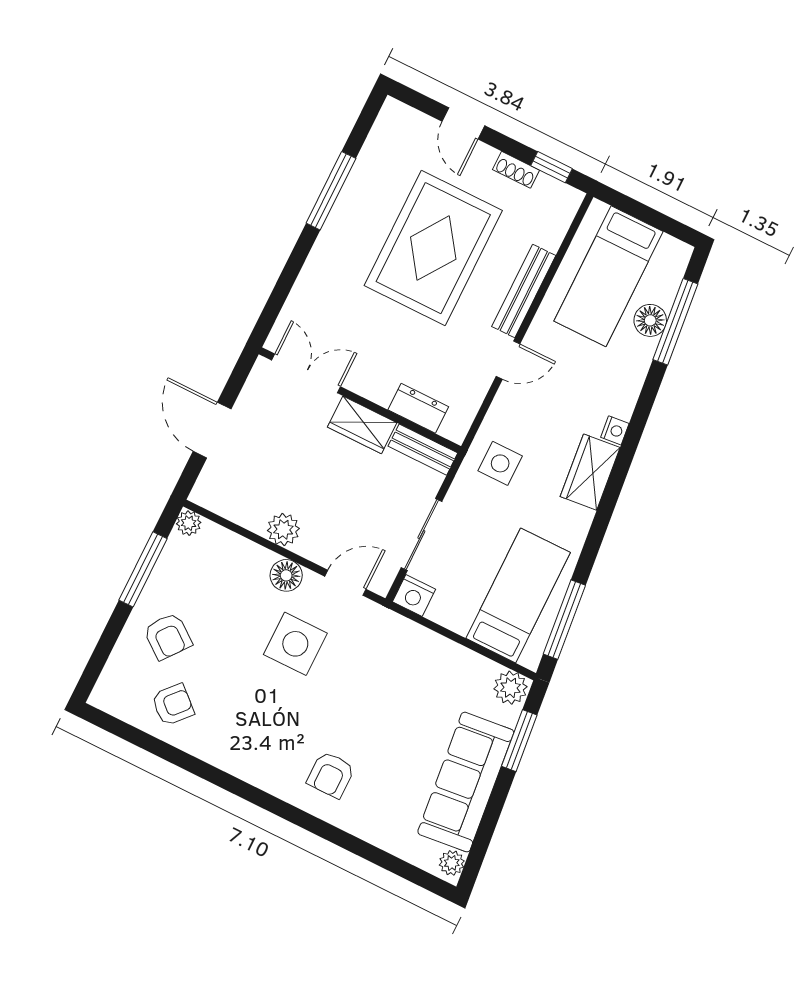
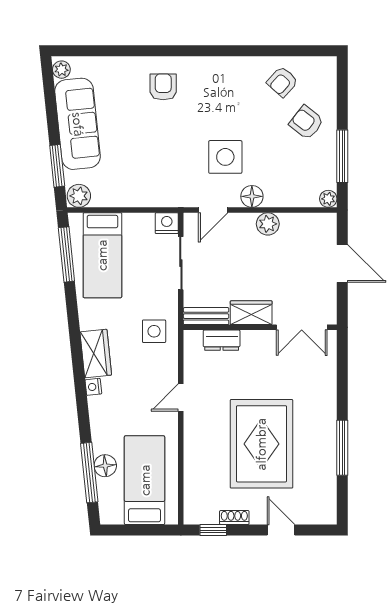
bench: (524, 291) -> (192, 445), removed

